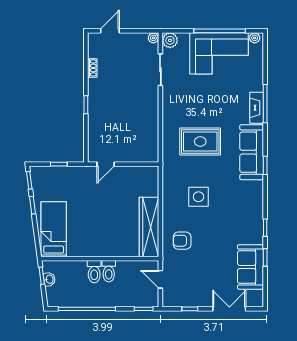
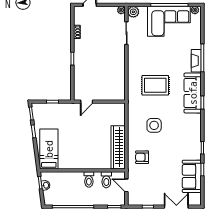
toilet: (94, 272) -> (106, 180), moved

